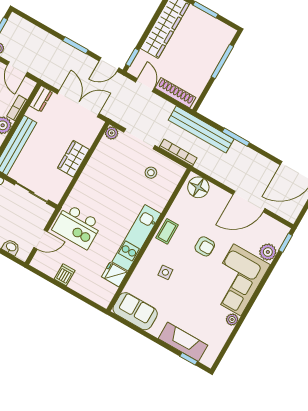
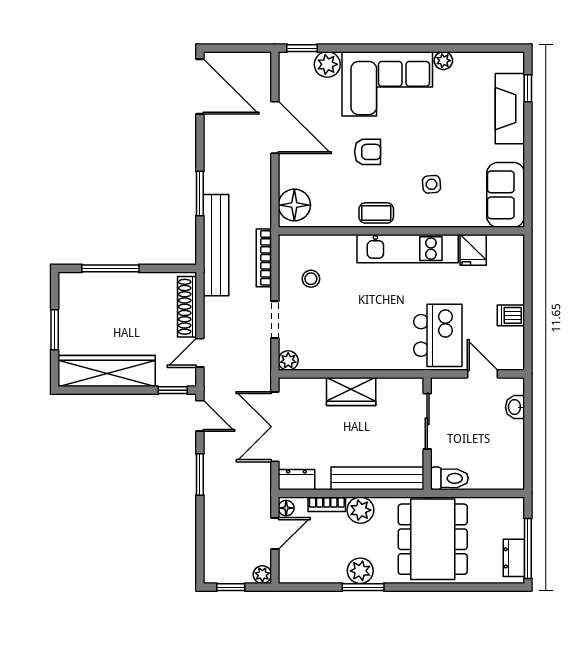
floor lamp: (28, 84) -> (286, 508), added
doorway: (139, 139) -> (275, 320), width x0.73
armchair: (205, 246) -> (368, 152), turned 90

